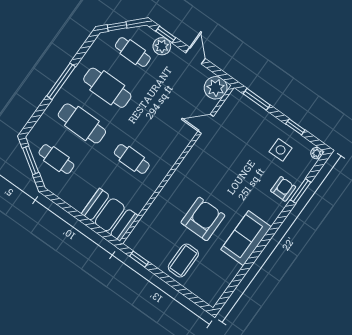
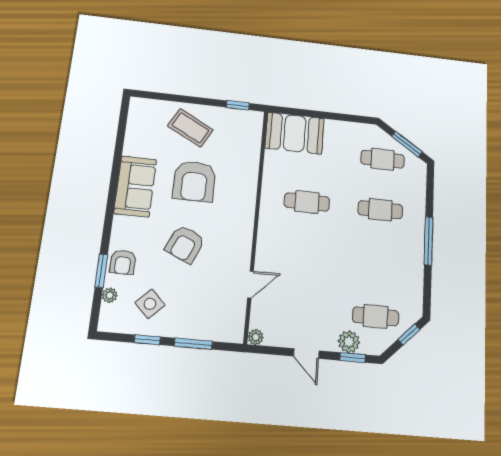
cafe table: (107, 88) -> (378, 262), removed
plant: (216, 88) -> (256, 337), width x0.53, depth x0.53
window: (257, 99) -> (193, 344), moved
cafe table: (82, 123) -> (380, 210), width x0.73, depth x0.74
side table: (281, 150) -> (150, 304), turned 45
plant: (317, 153) -> (110, 295), moved
armchair: (235, 177) -> (185, 244), added
coffee table: (183, 261) -> (190, 128), turned -62

